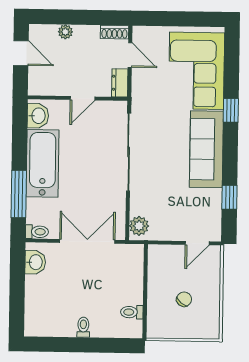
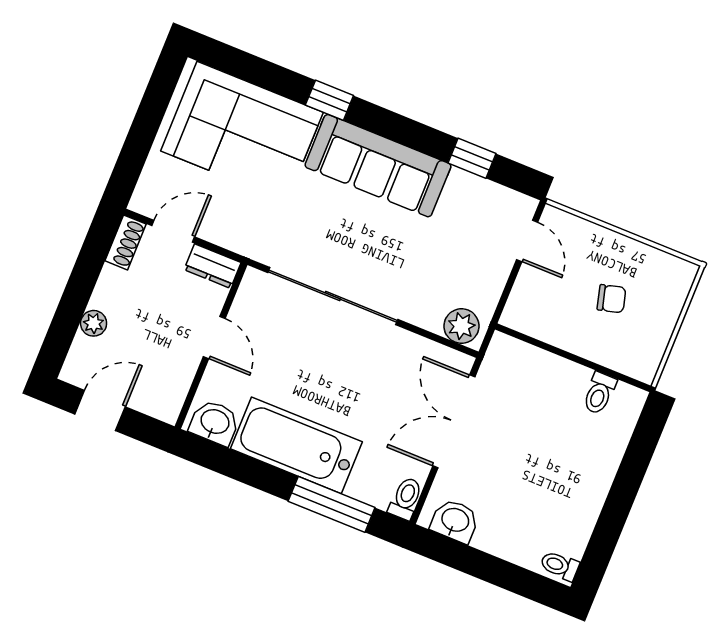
chair: (184, 299) -> (611, 299), turned 125
toilet: (83, 327) -> (560, 566), moved

